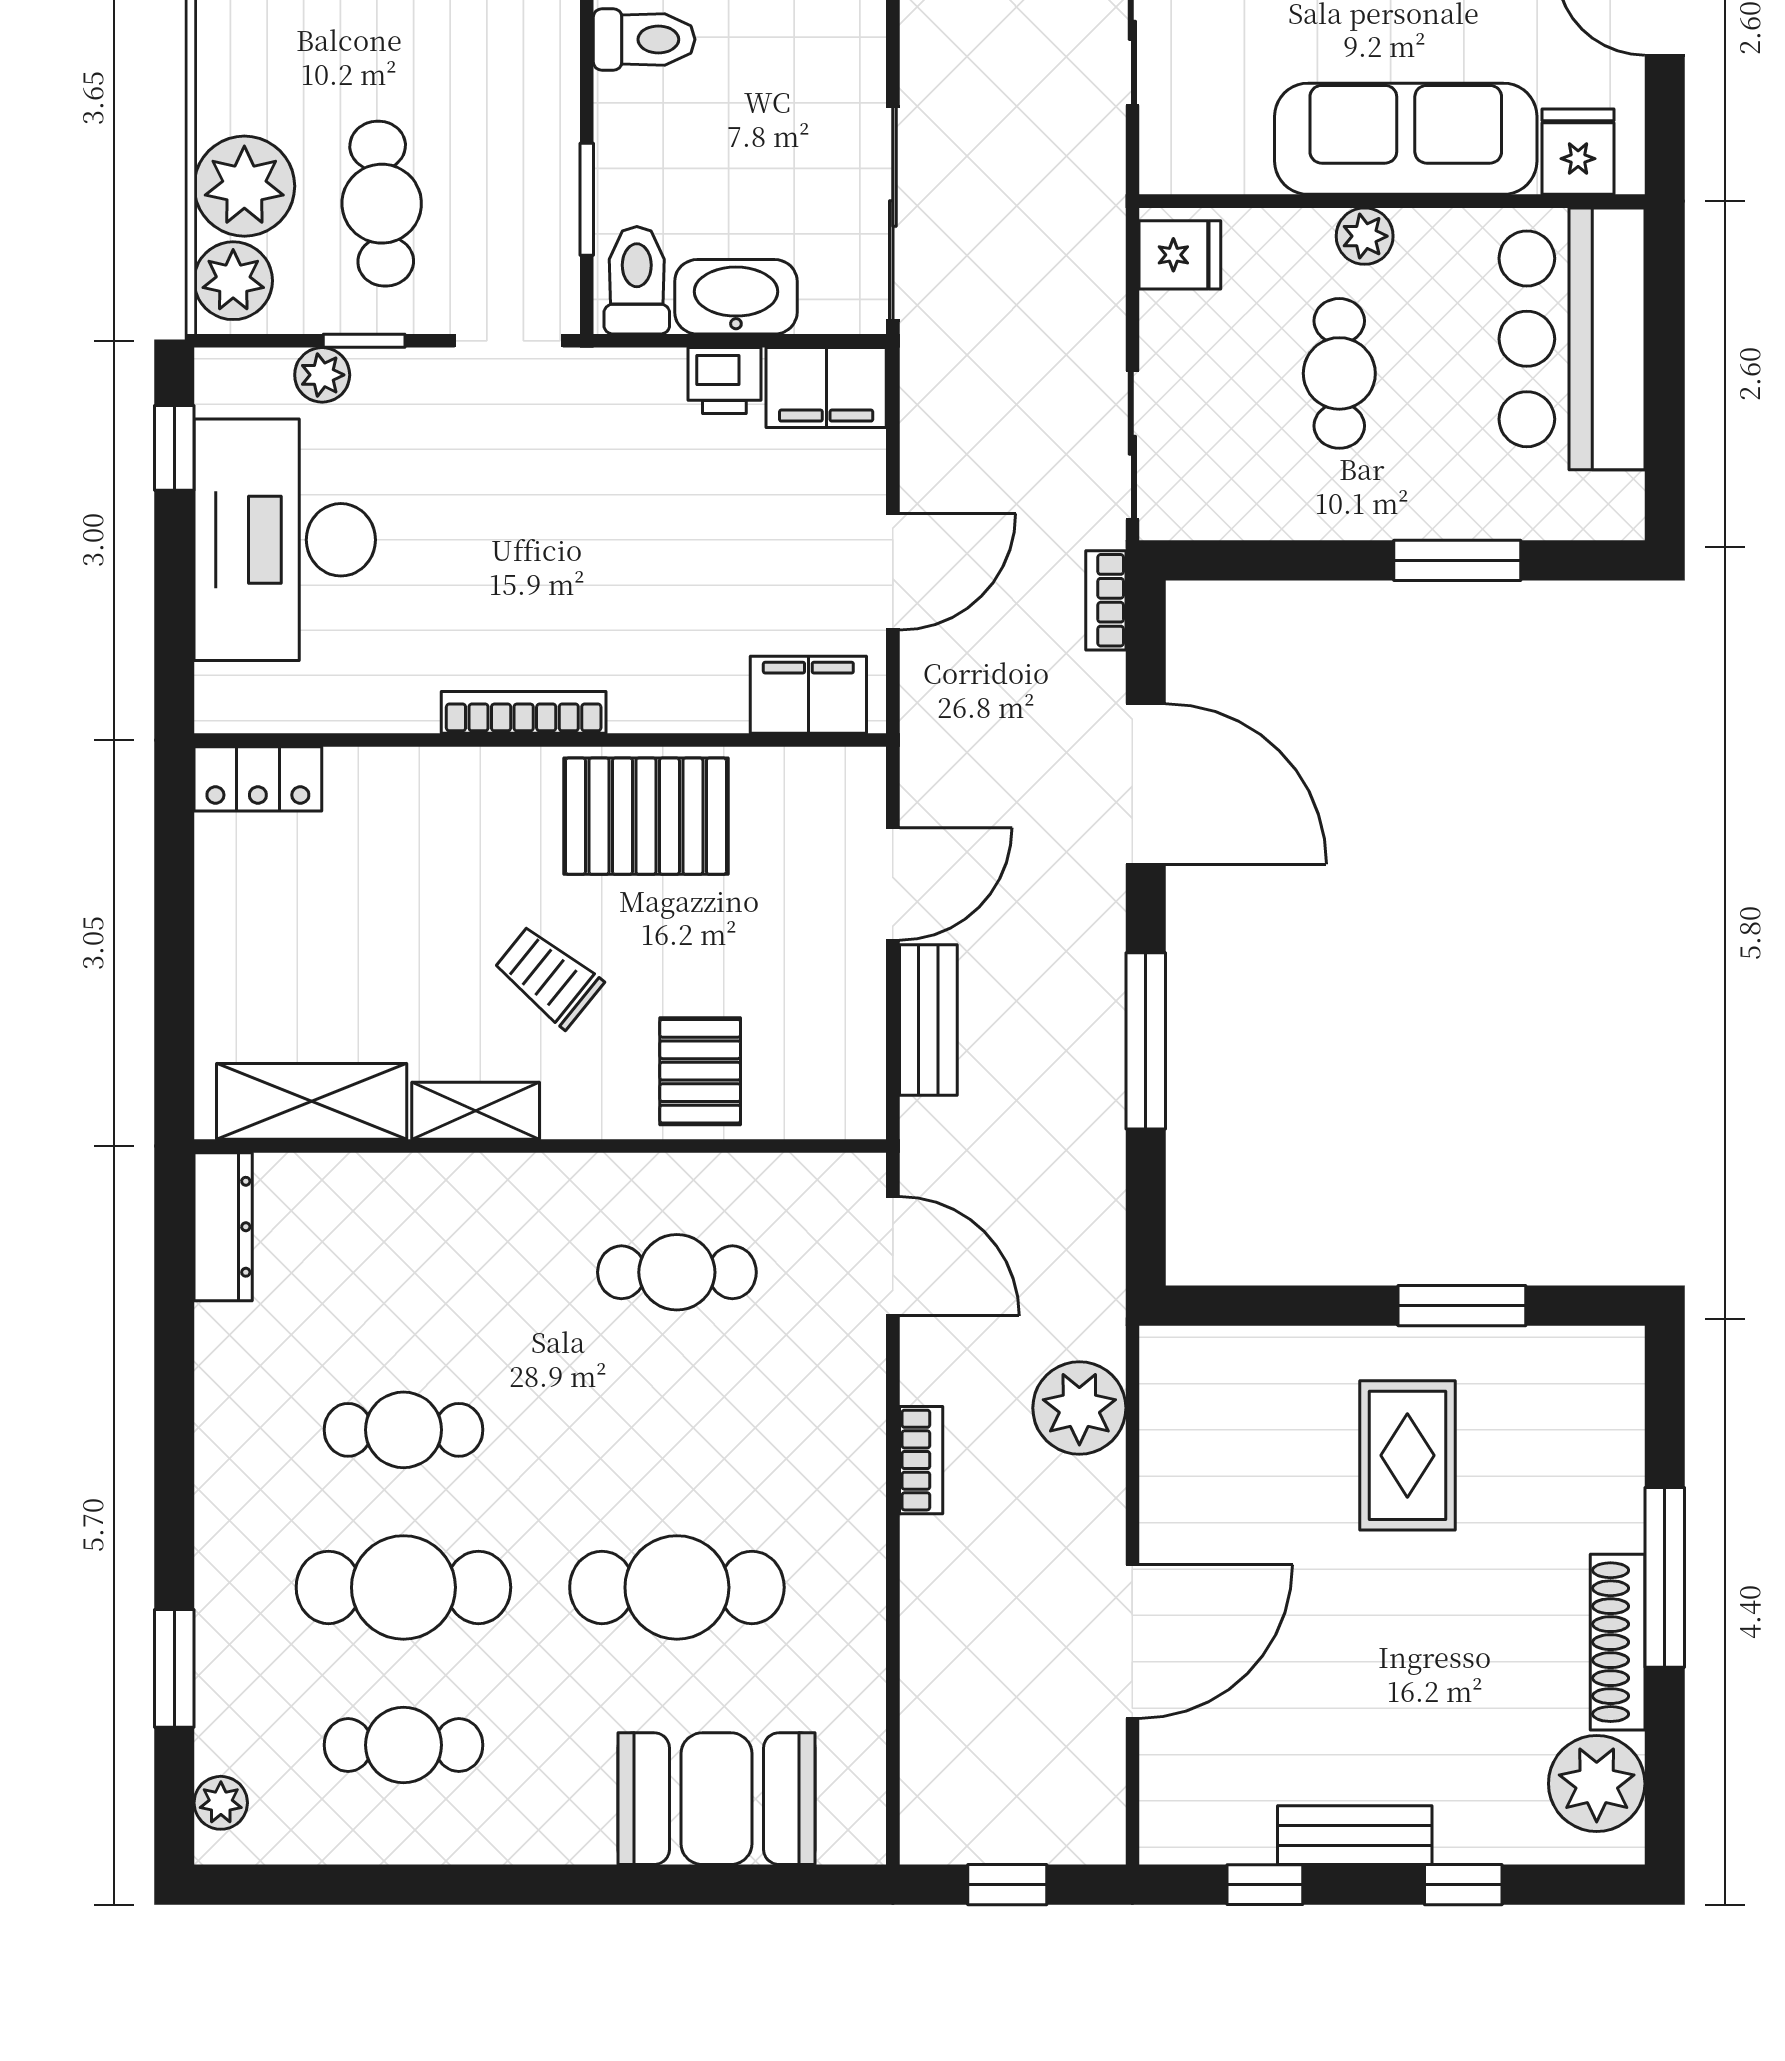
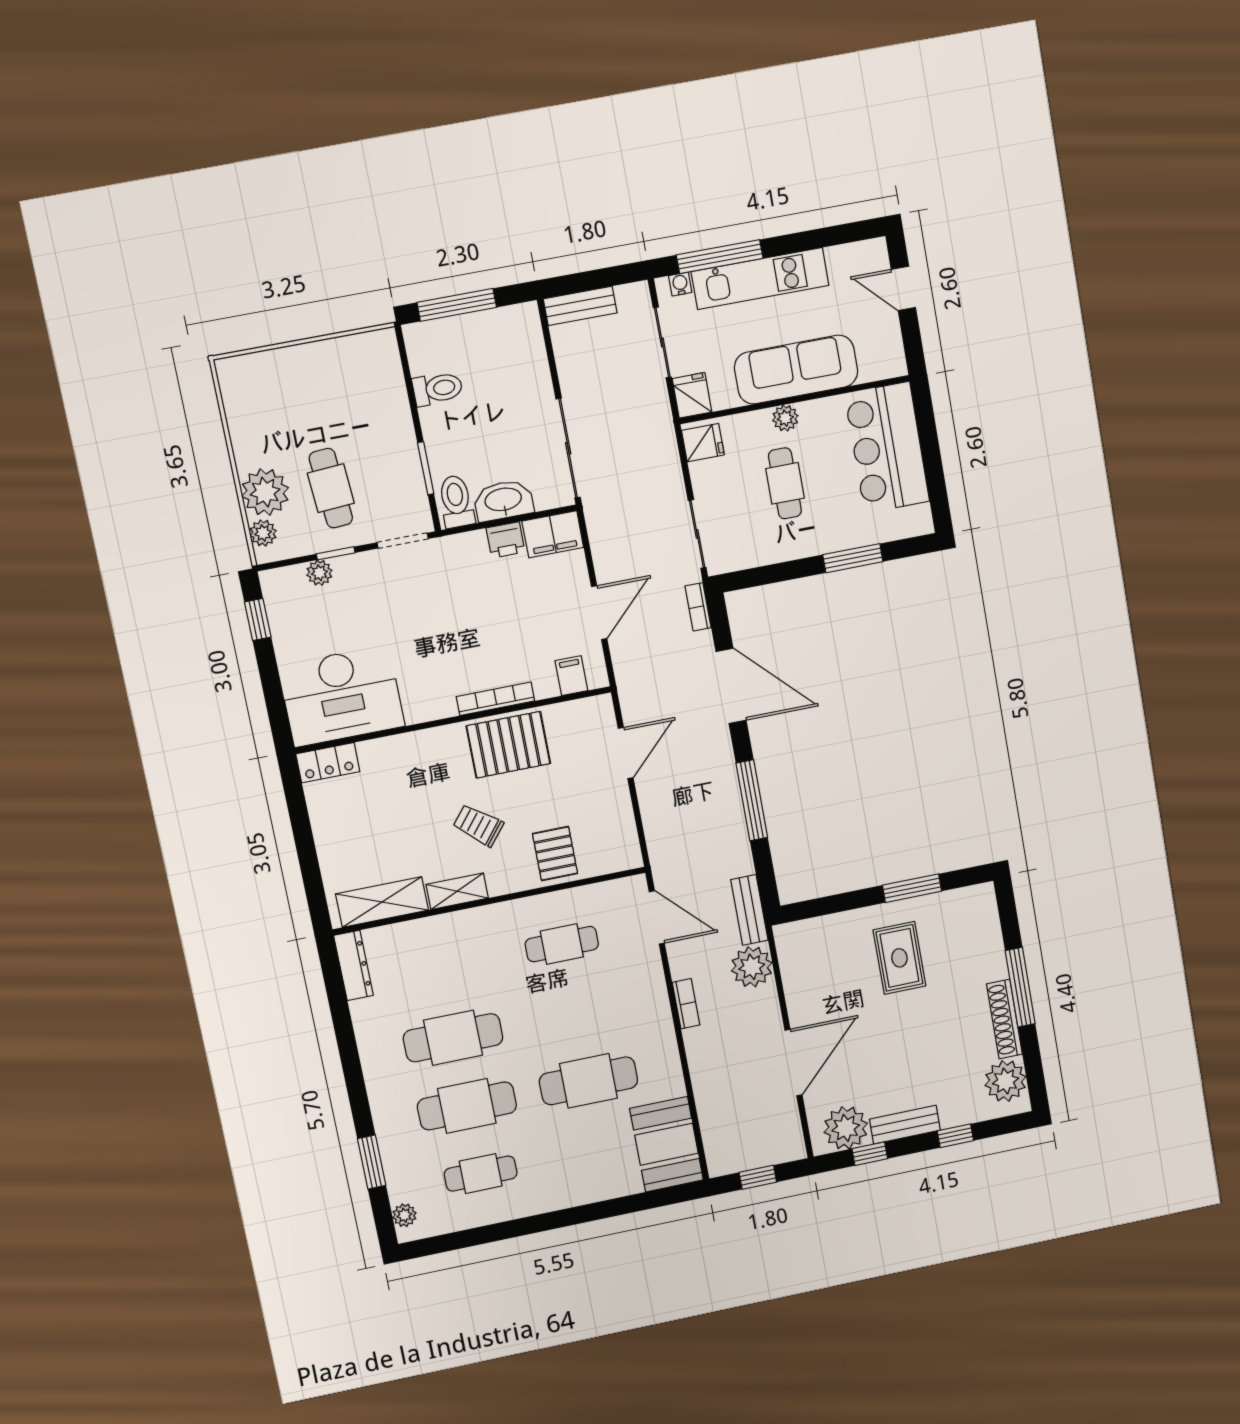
fridge: (1578, 152) -> (692, 395), moved
plant: (233, 281) -> (263, 533), width x0.73, depth x0.73
desk: (285, 540) -> (341, 696), moved, turned -90
filing cabinet: (808, 695) -> (571, 676), width x0.50
bookcase: (524, 712) -> (495, 699), moved
bench: (928, 1020) -> (749, 910), moved
cafe table: (403, 1430) -> (453, 1038), width x1.37, depth x1.35
booth: (717, 1799) -> (667, 1144), moved, turned 90
plant: (1222, 1814) -> (846, 1128), added

